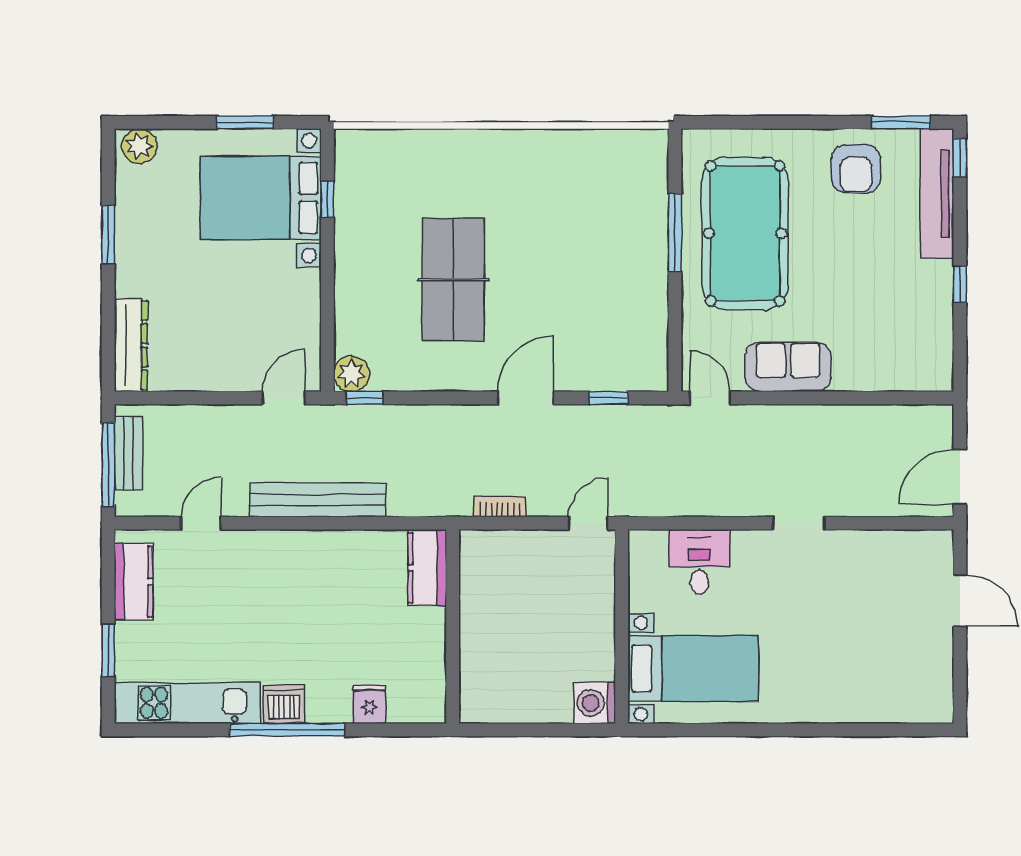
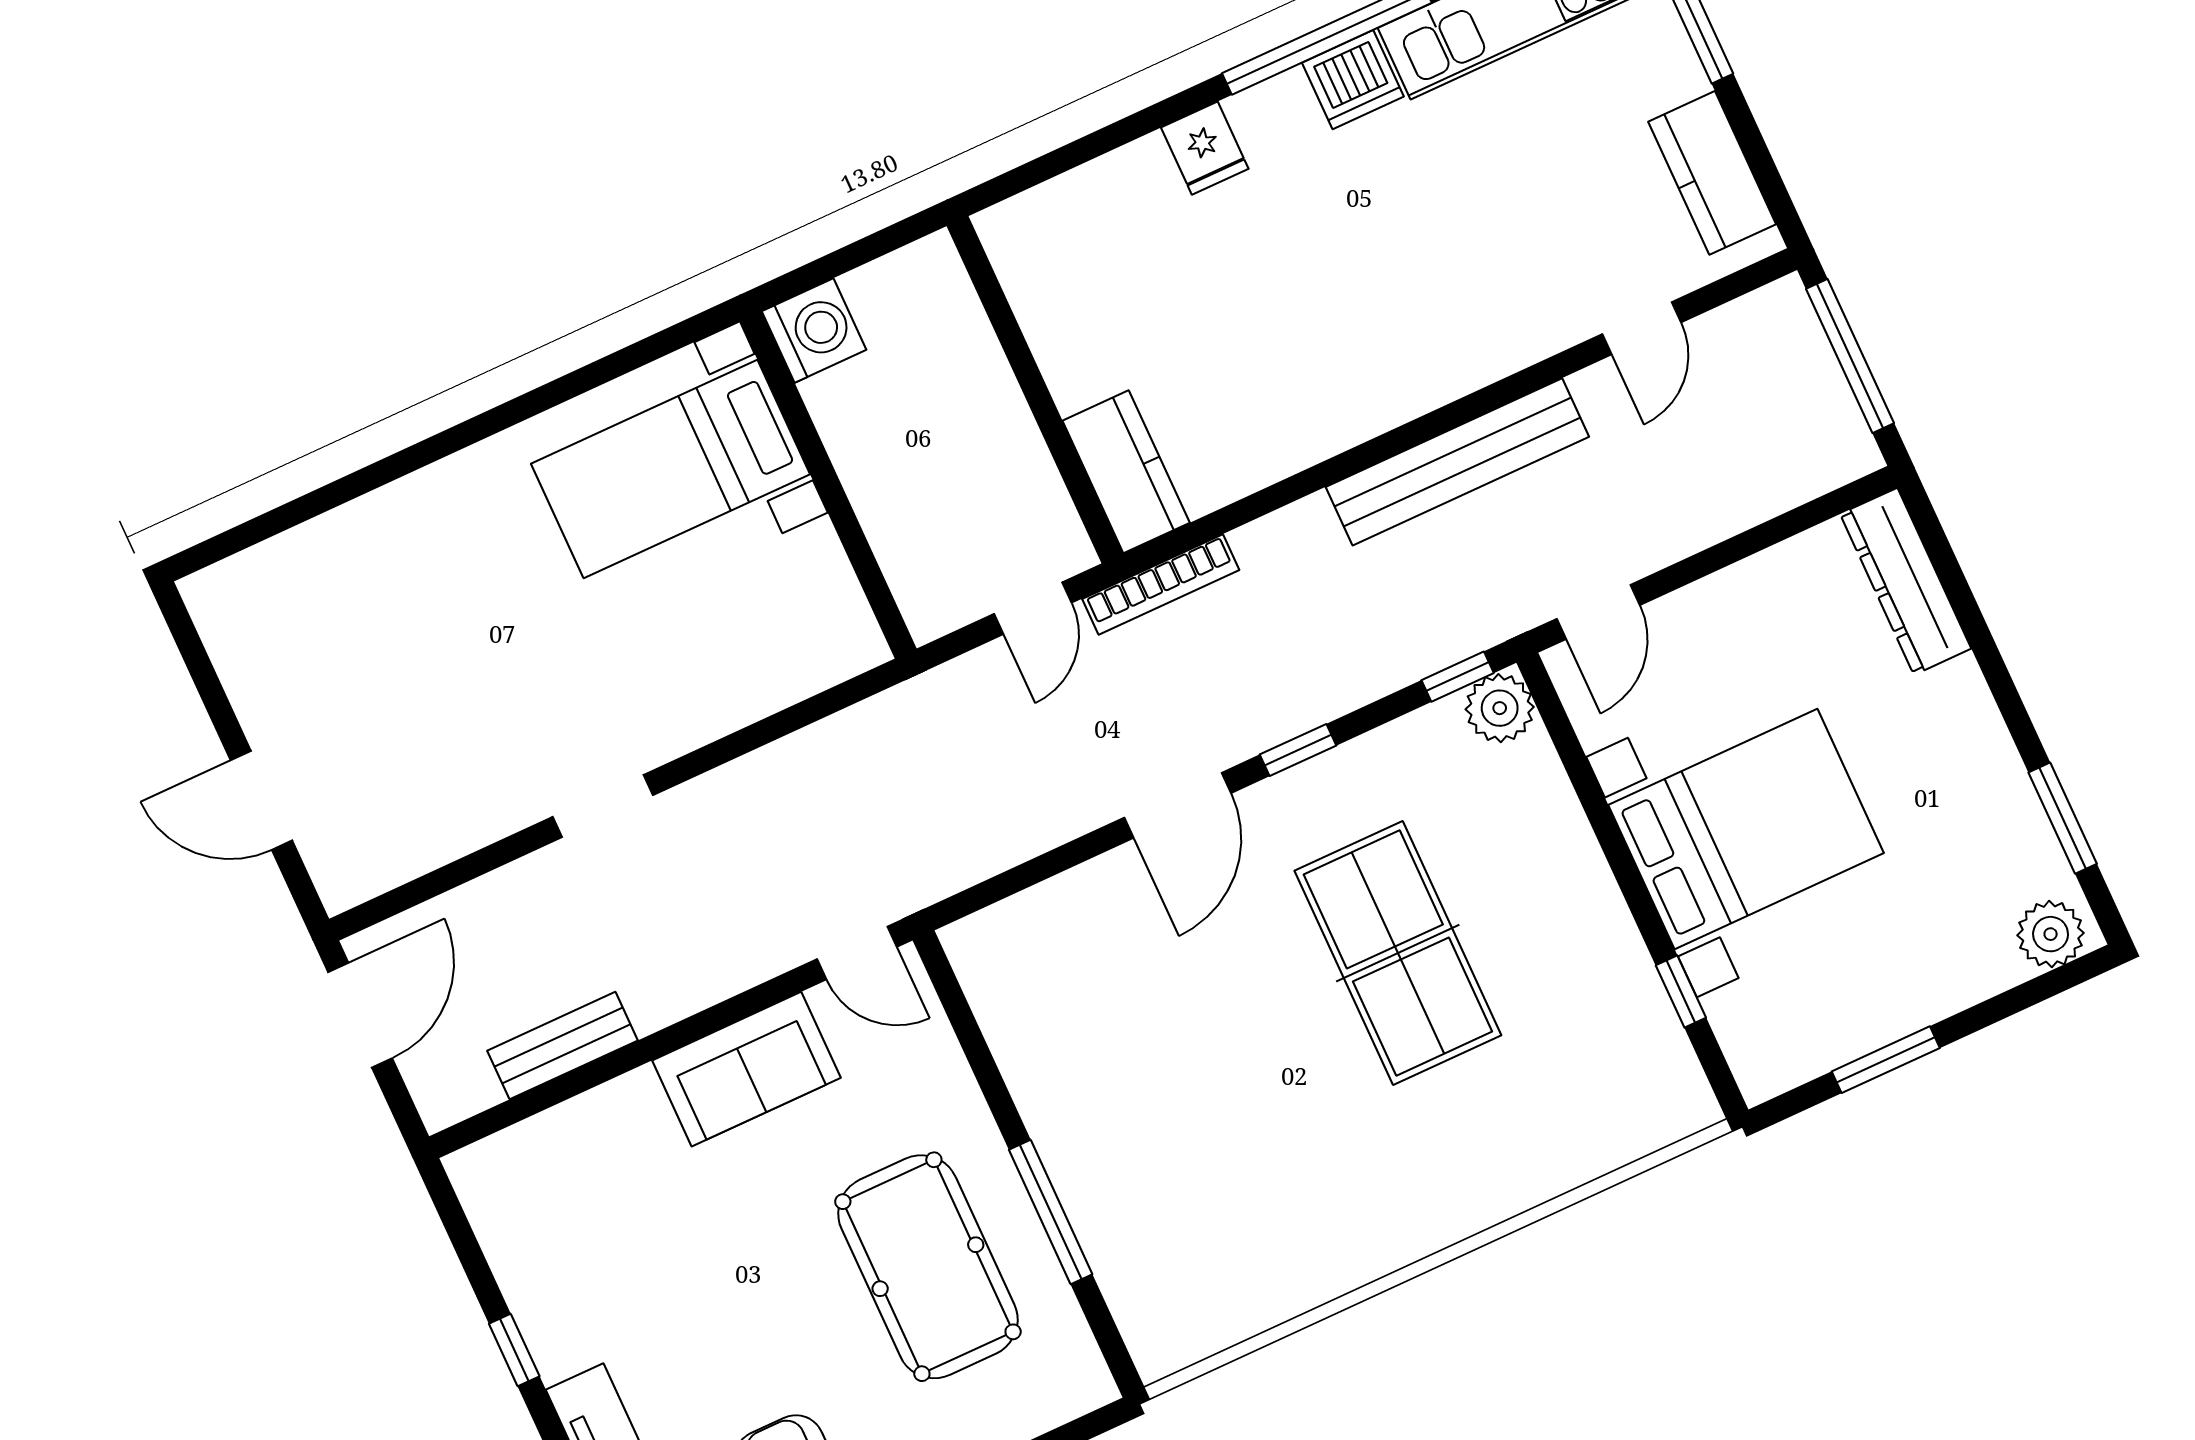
bed with nightstands: (261, 198) -> (1746, 829), moved
pool table: (745, 233) -> (928, 1267), width x0.73, depth x0.76
window: (108, 235) -> (2063, 818), moved
window: (609, 398) -> (1298, 750), moved
bench: (129, 453) -> (562, 1046), moved, turned 90
bookcase: (500, 507) -> (1161, 584), width x1.56
door: (588, 523) -> (1033, 608), moved
desk: (699, 562) -> (745, 659), removed
kitchen counter: (427, 568) -> (1126, 472), moved
wall: (453, 626) -> (1035, 390), moved

